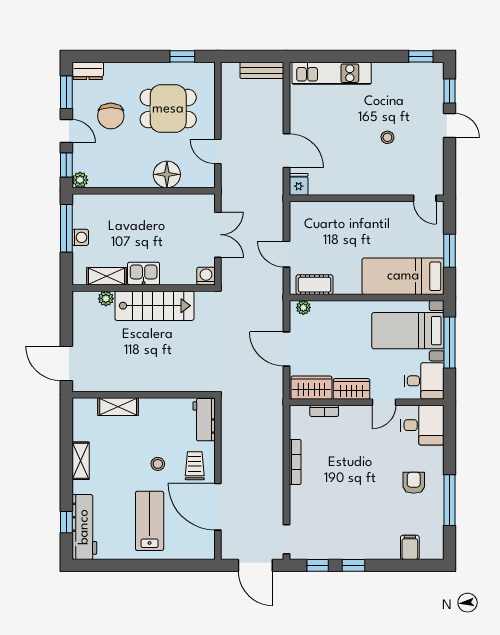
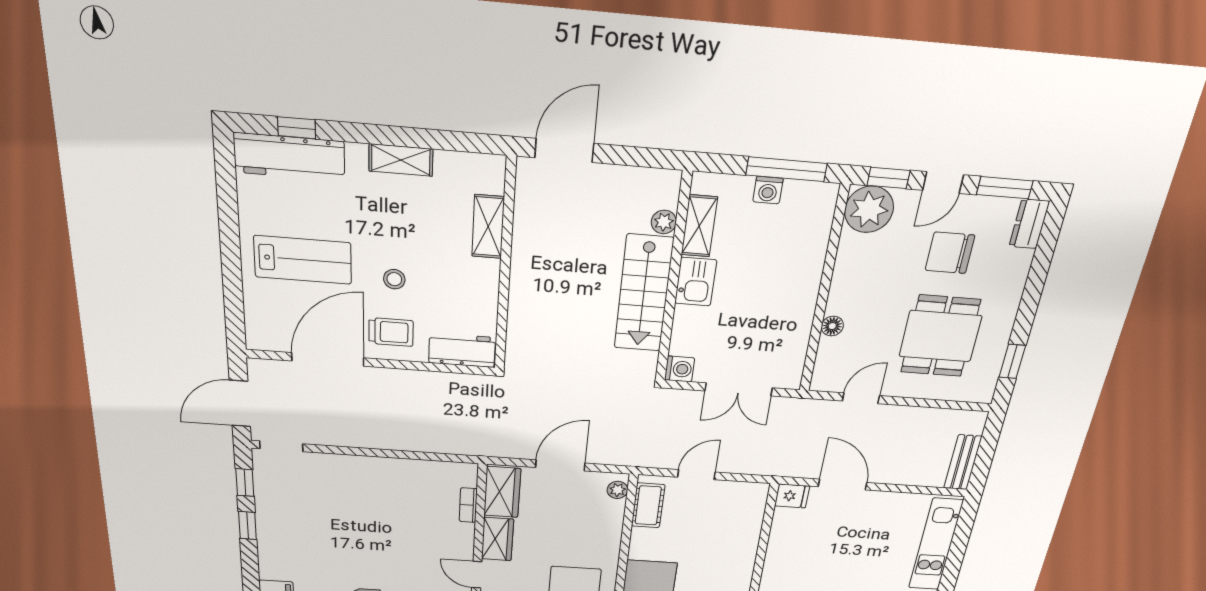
door: (287, 151) -> (843, 485), swing flipped
floor lamp: (167, 174) -> (832, 326), width x0.53, depth x0.53
plant: (80, 180) -> (869, 209), width x1.88, depth x1.88
bookcase: (295, 462) -> (395, 465), removed

